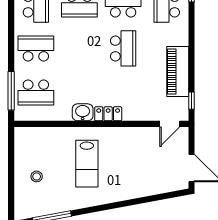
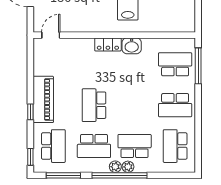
piano: (178, 72) -> (43, 99), moved
window: (192, 101) -> (30, 112), moved

